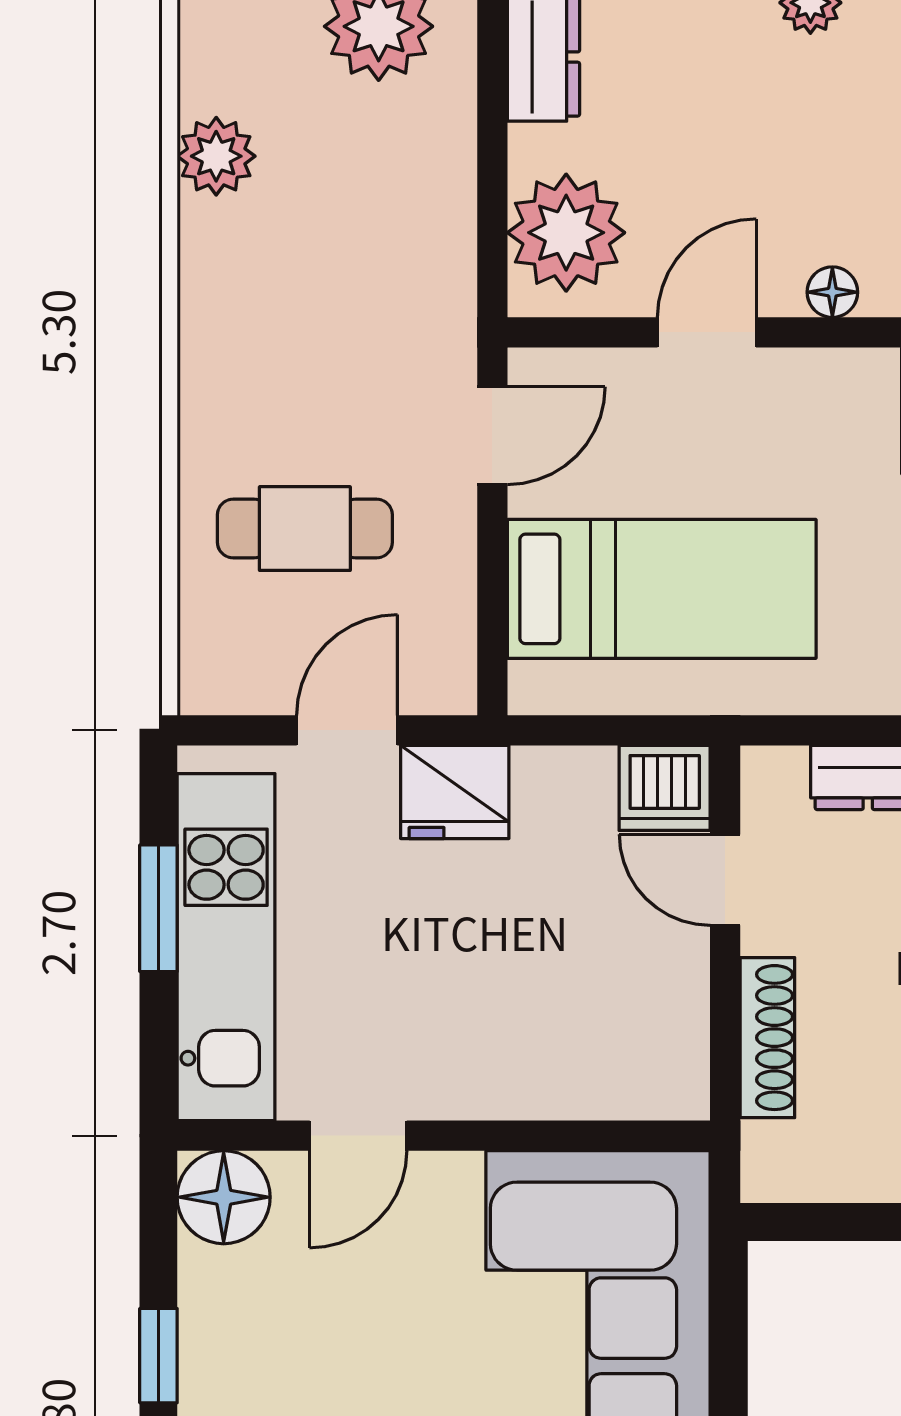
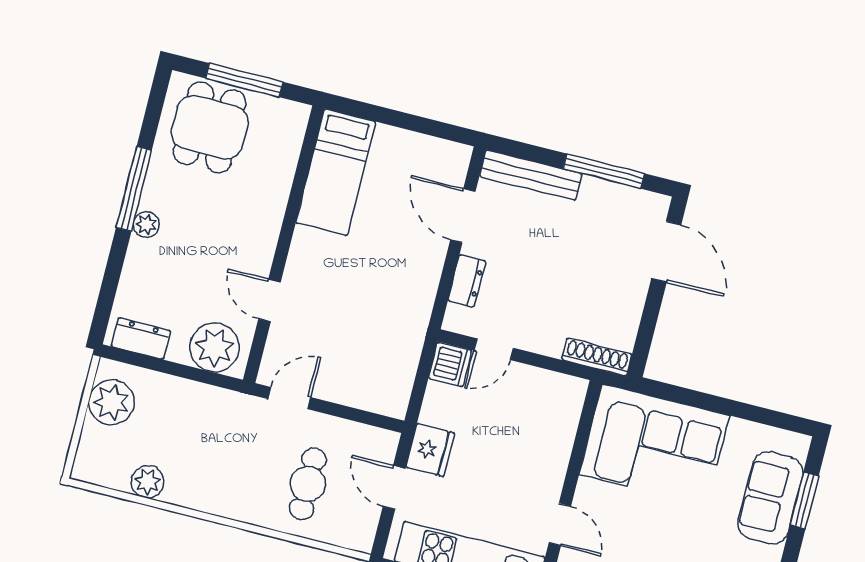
floor lamp: (832, 292) -> (266, 245), removed
door: (492, 436) -> (289, 398), hinge flipped
bed: (662, 589) -> (369, 345), removed
shoe rack: (767, 1038) -> (597, 357), moved

